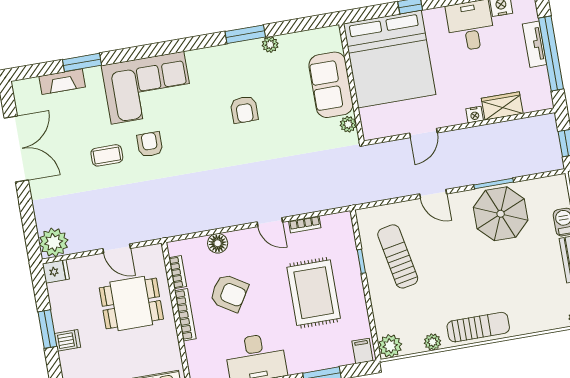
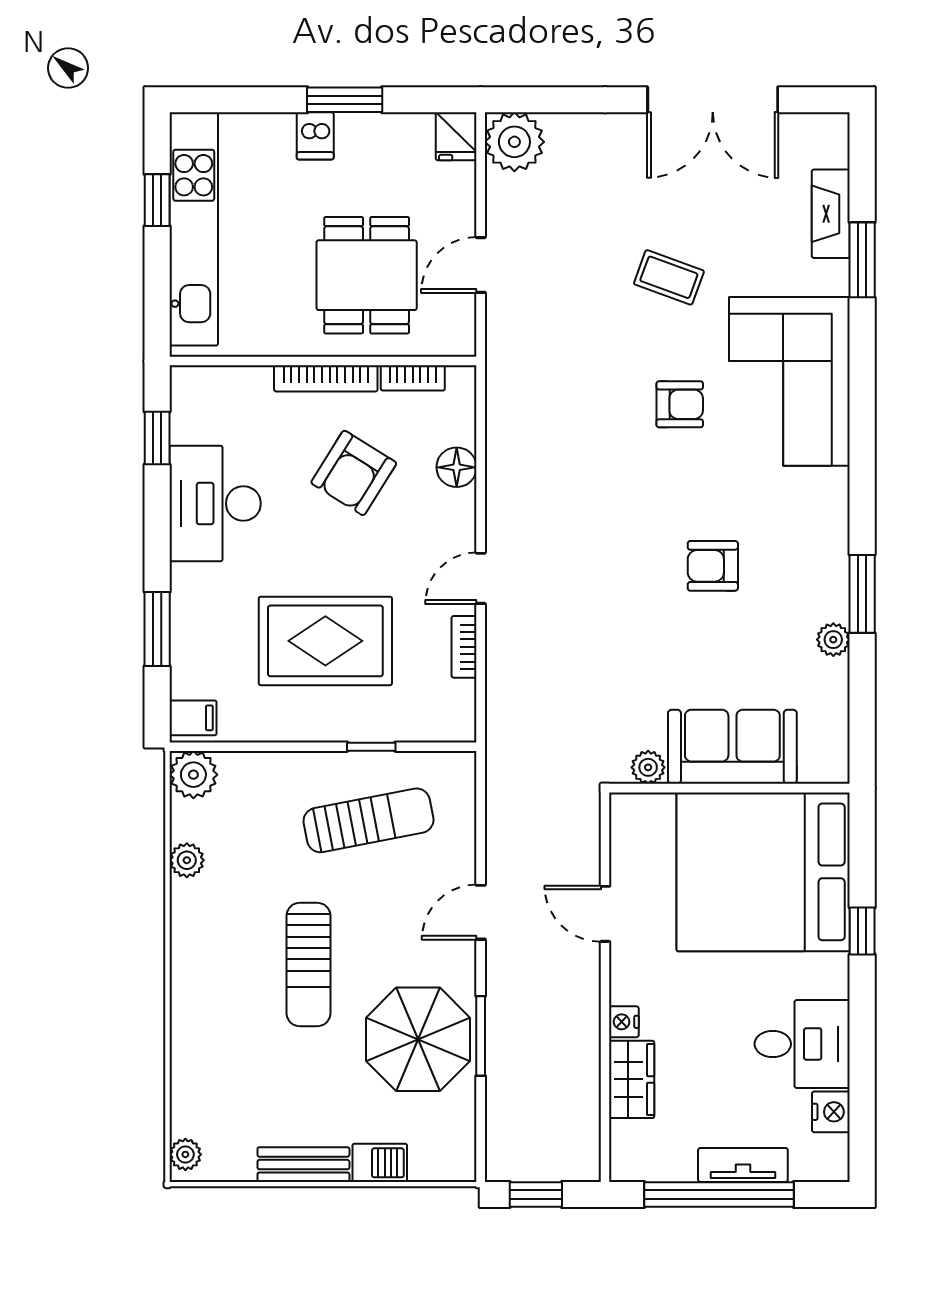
armchair: (150, 144) -> (680, 404), moved
coffee table: (107, 155) -> (669, 277), turned -70
sun lounger: (478, 327) -> (308, 965), moved

